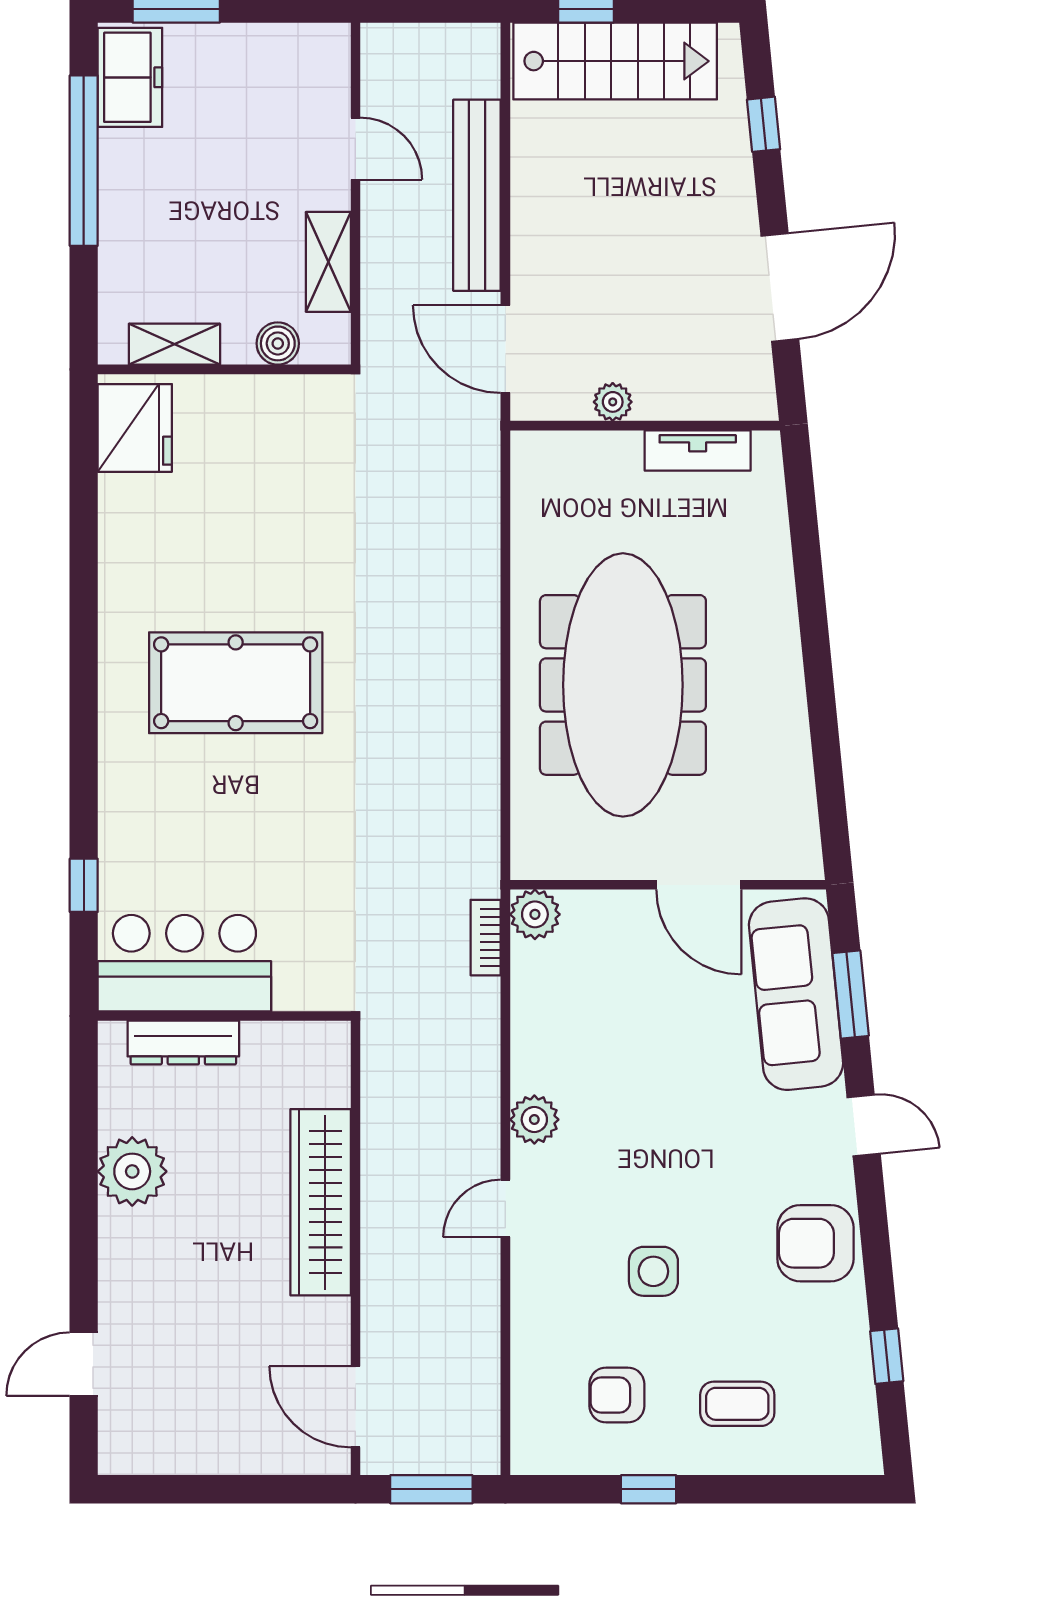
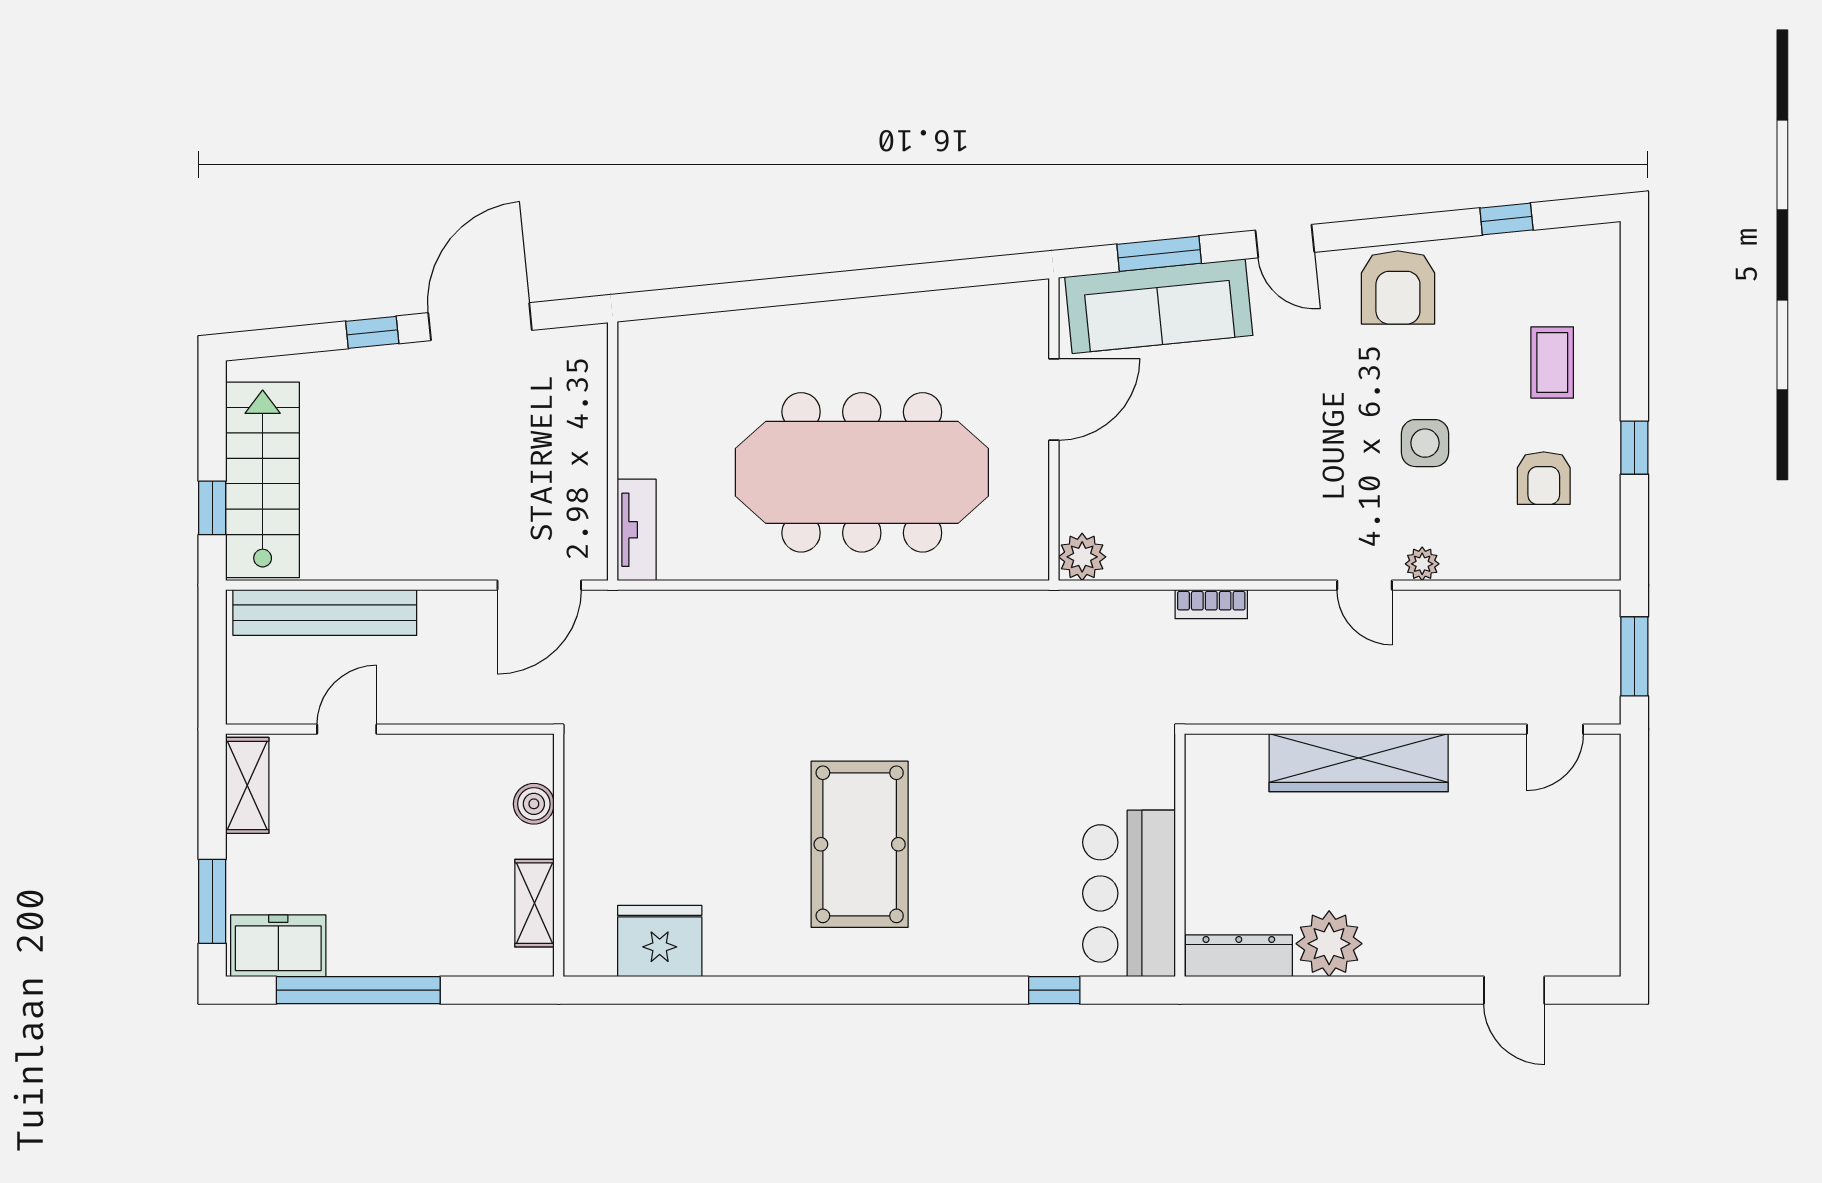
window: (764, 124) -> (372, 332), moved
bench: (477, 195) -> (325, 613), moved
shelving: (328, 262) -> (247, 785), moved, turned 90
door: (780, 287) -> (480, 322), hinge flipped
plant: (613, 402) -> (590, 482), removed
fridge: (135, 428) -> (660, 941), moved
tv unit: (698, 451) -> (637, 530), moved
bookcase: (486, 938) -> (1211, 604), moved
dresser: (183, 1043) -> (1239, 956), moved, turned -90
plant: (534, 1120) -> (1422, 564), moved, width x0.73, depth x0.73
door: (864, 1125) -> (1285, 241), swing flipped
door: (355, 1407) -> (1555, 729), width x0.73

